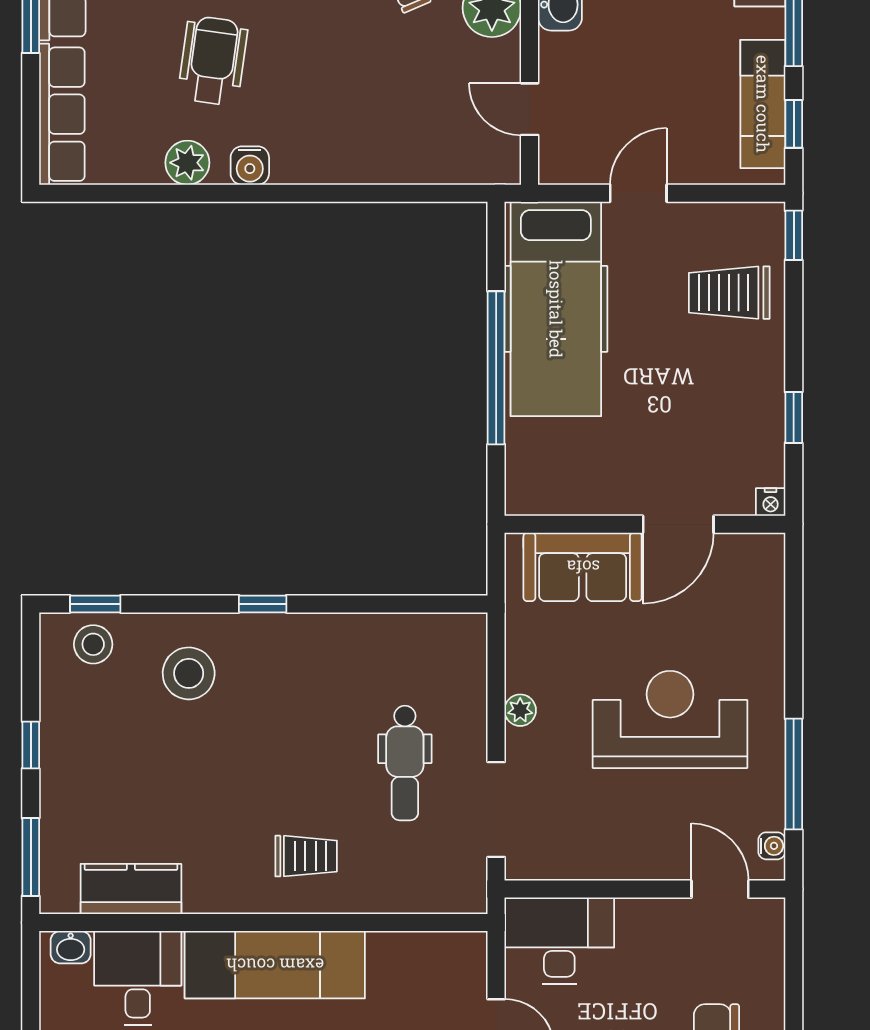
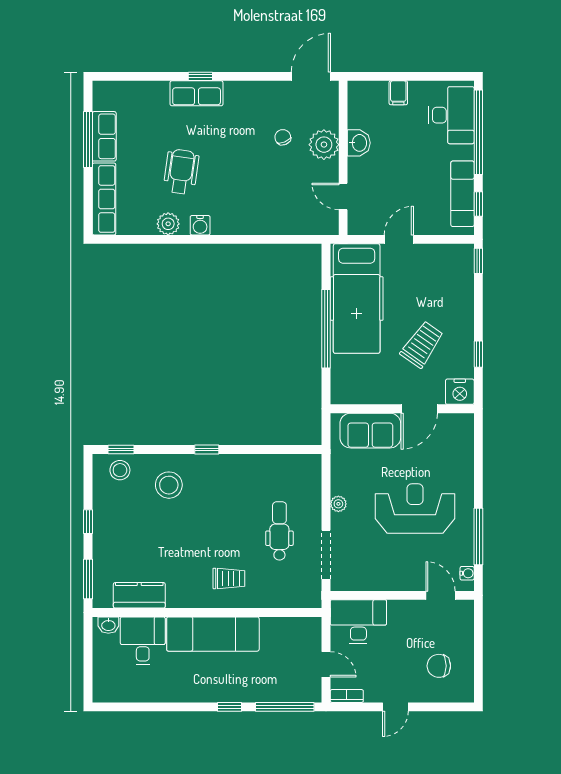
trolley: (729, 293) -> (422, 344), moved, turned 125
nightstand: (771, 502) -> (460, 392), width x1.89, depth x1.79
dental chair: (405, 763) -> (279, 531), turned 180

